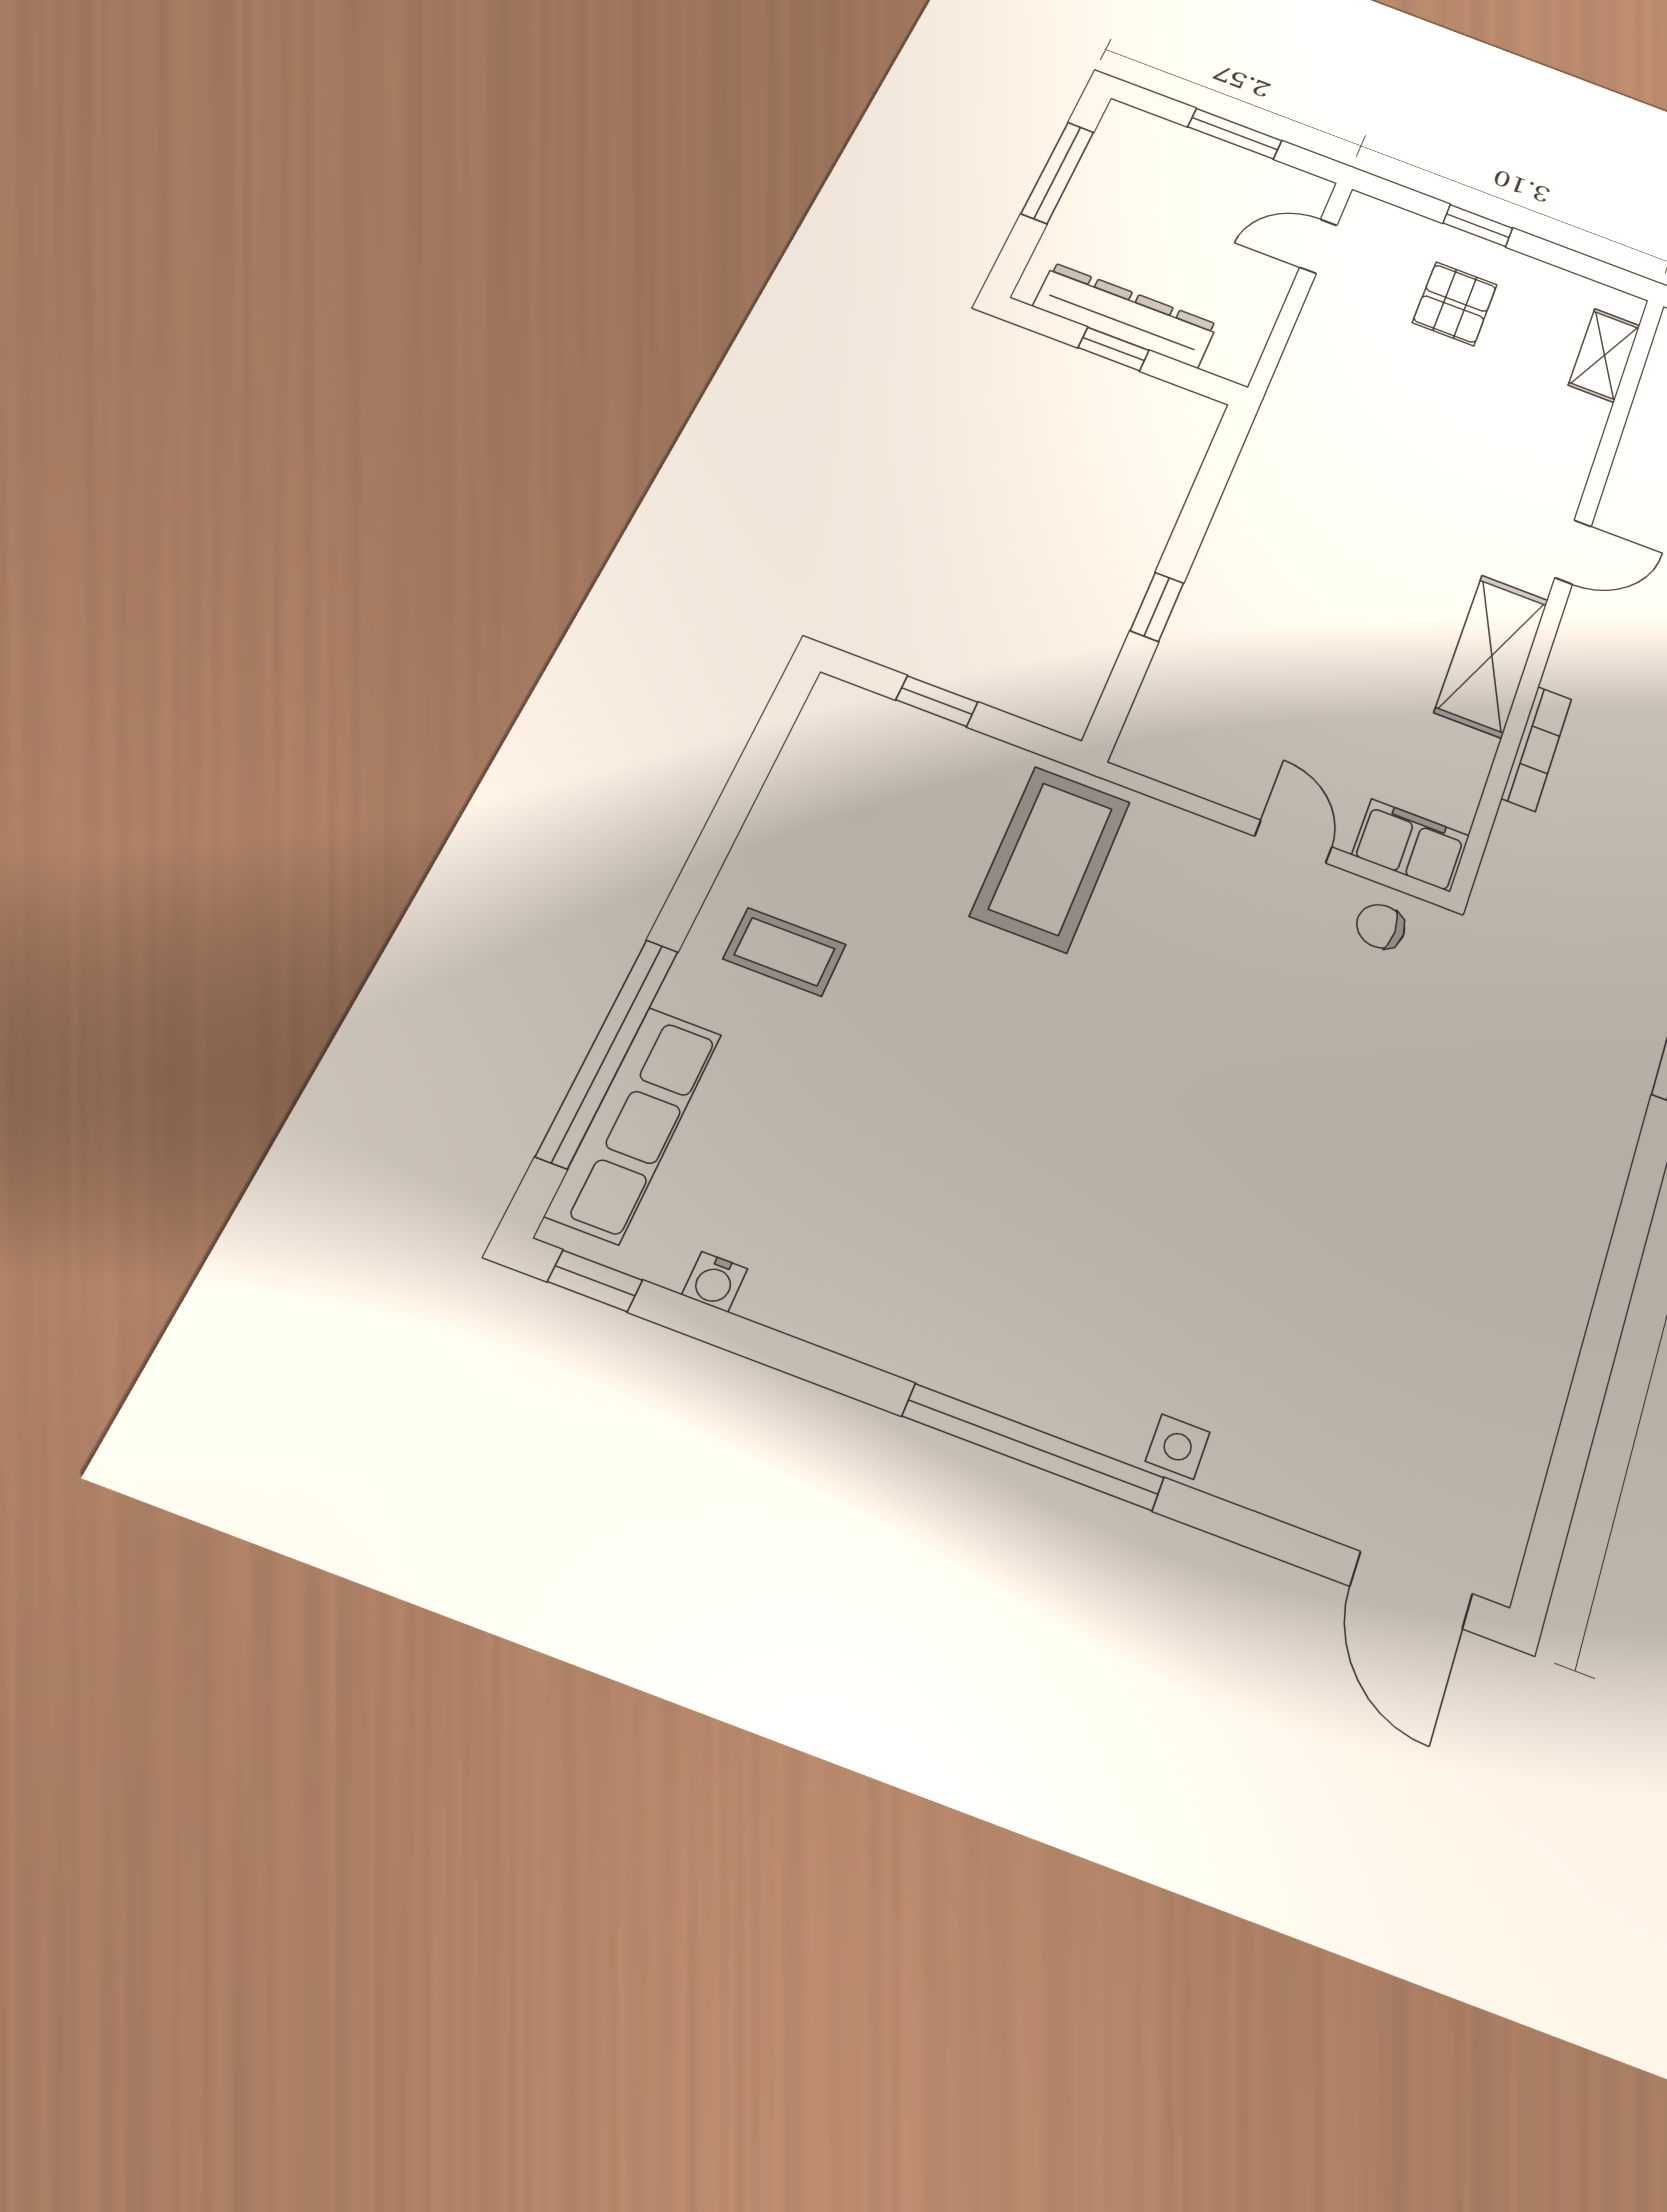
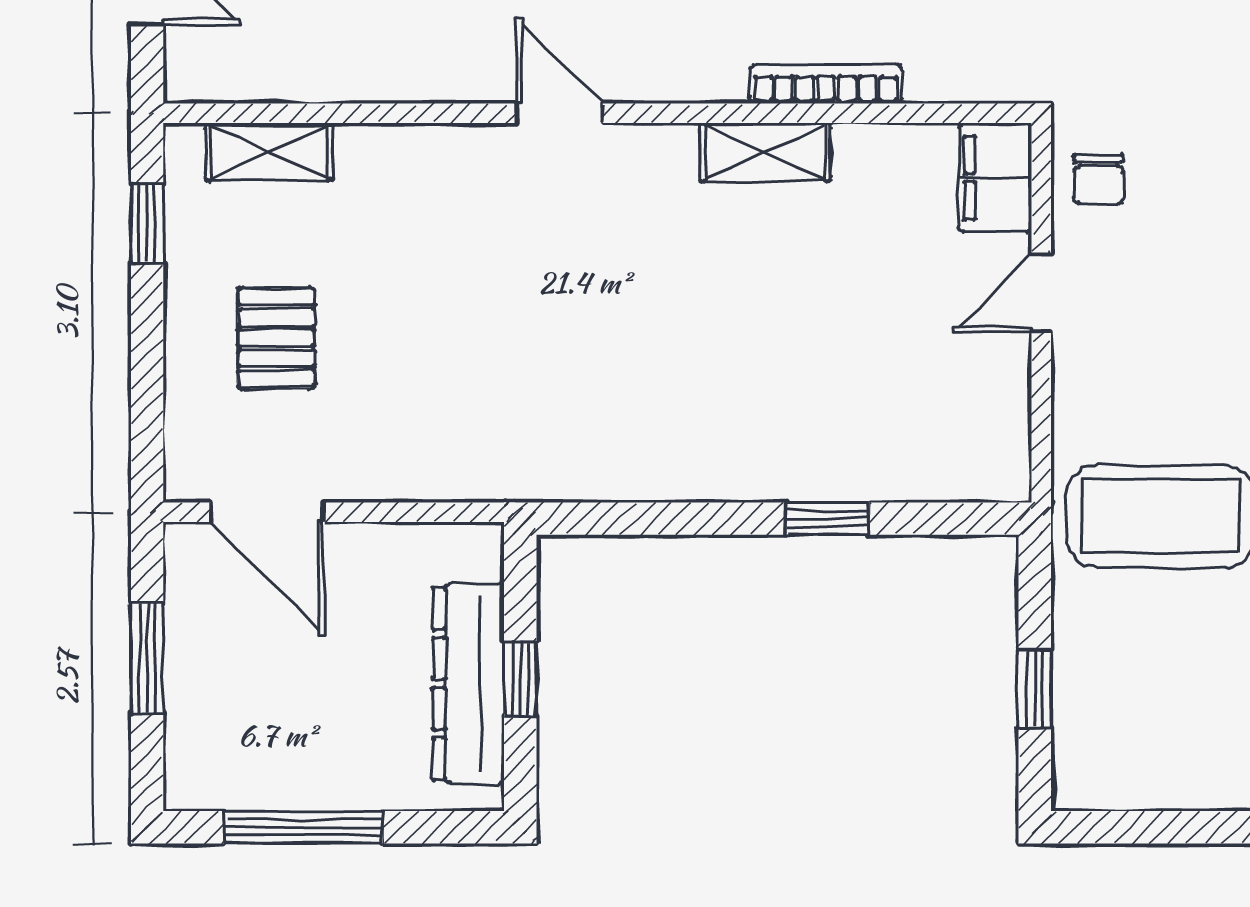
window: (1478, 226) -> (147, 223), moved
door: (1318, 246) -> (268, 512), width x1.38
pallet: (1455, 304) -> (276, 338), turned 90
shelving: (1492, 656) -> (765, 152), width x0.67, depth x0.75

